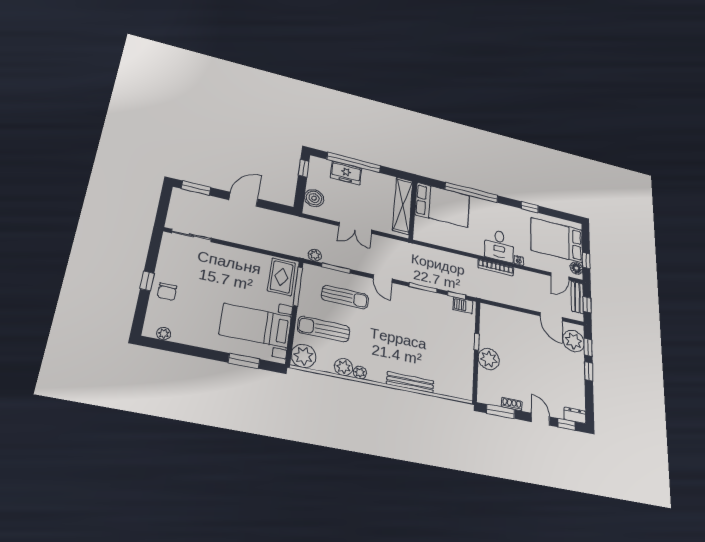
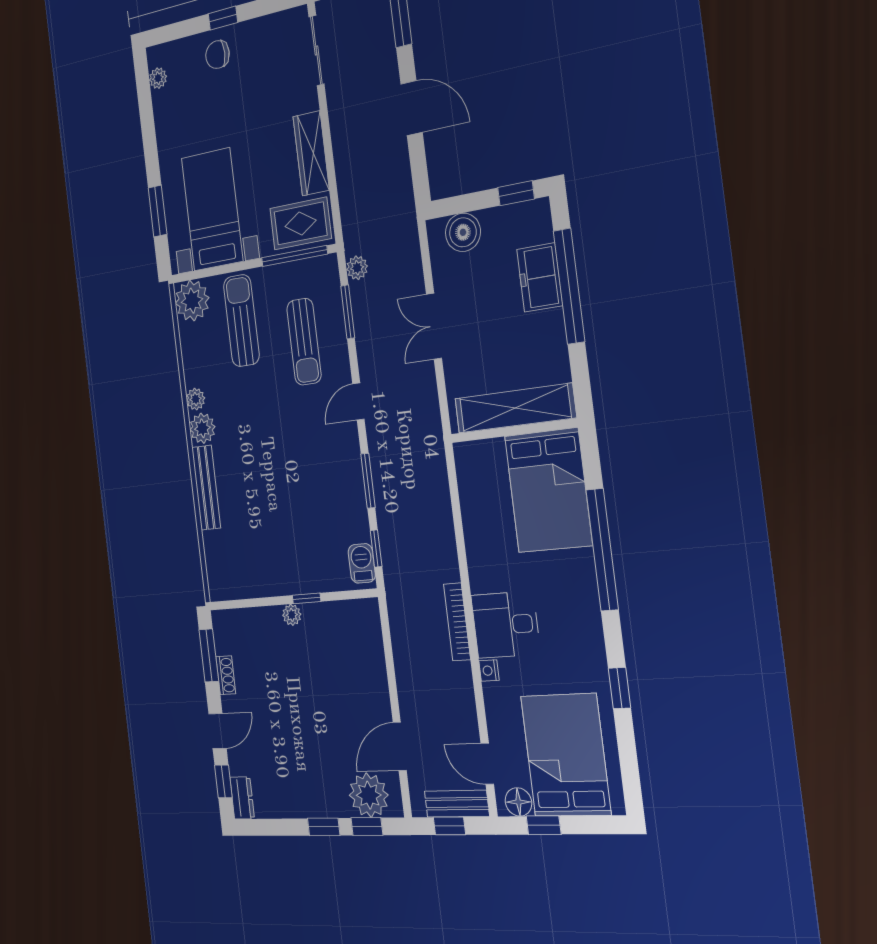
wardrobe: (246, 258) -> (311, 153), added
plant: (489, 359) -> (292, 615), width x0.53, depth x0.53
plant: (344, 367) -> (202, 428), moved

